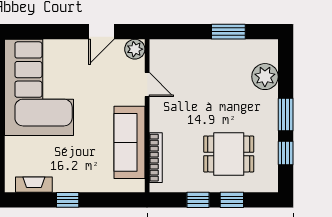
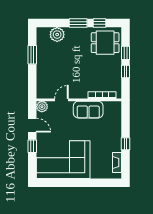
window: (63, 32) -> (32, 146), added
sofa: (129, 142) -> (88, 110), width x0.73
dining table: (229, 154) -> (105, 43), moved, turned 90

